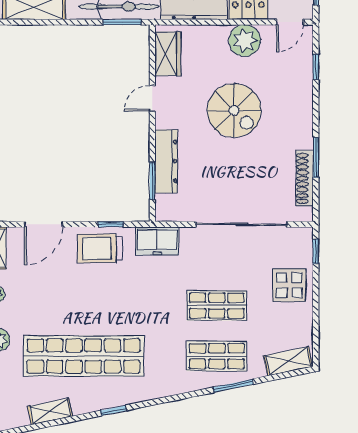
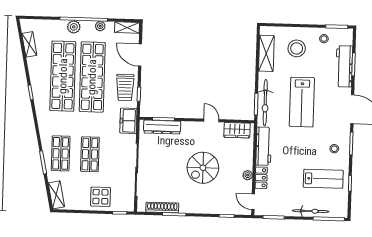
plant: (245, 41) -> (248, 175), width x0.53, depth x0.53
dresser: (166, 161) -> (162, 127), moved
trolley: (100, 248) -> (125, 87), turned 180
shop shelf: (84, 305) -> (92, 77), added
shelving: (50, 411) -> (29, 44), moved

